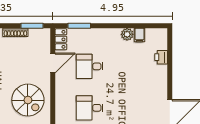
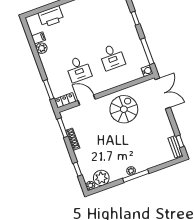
printer: (161, 57) -> (51, 17), width x1.87, depth x1.48

